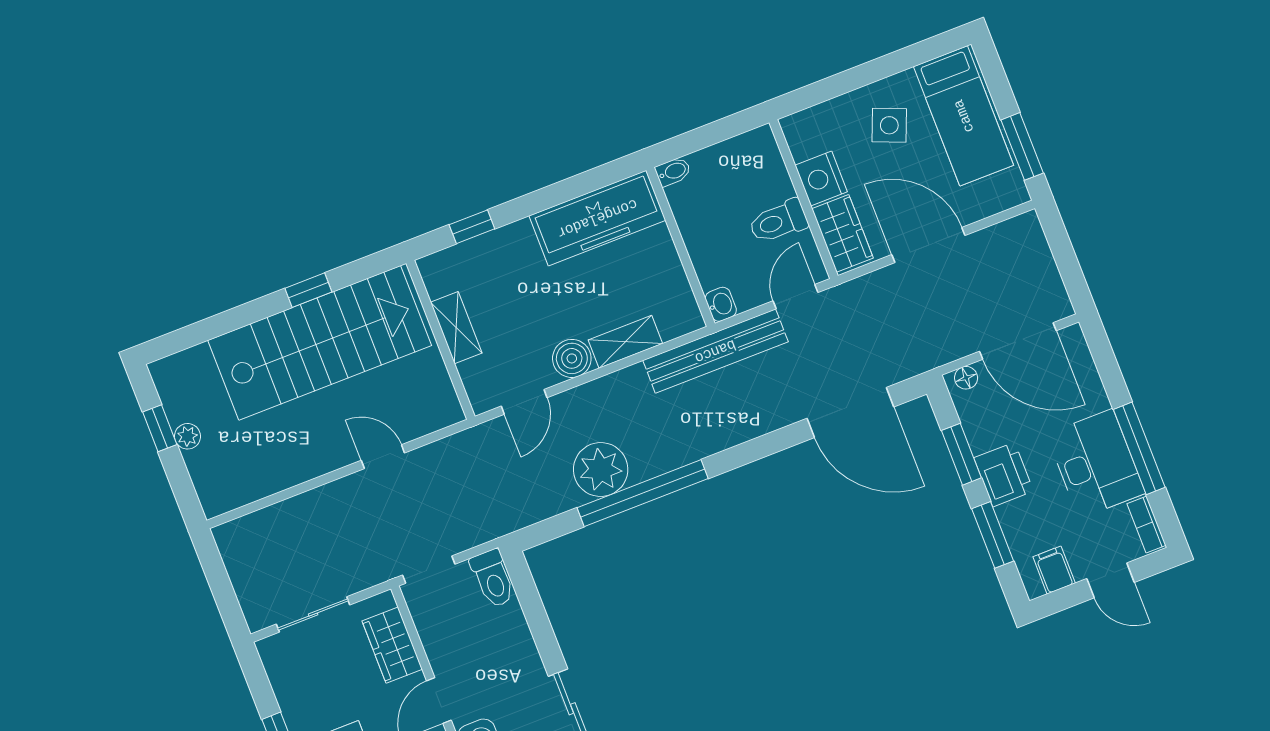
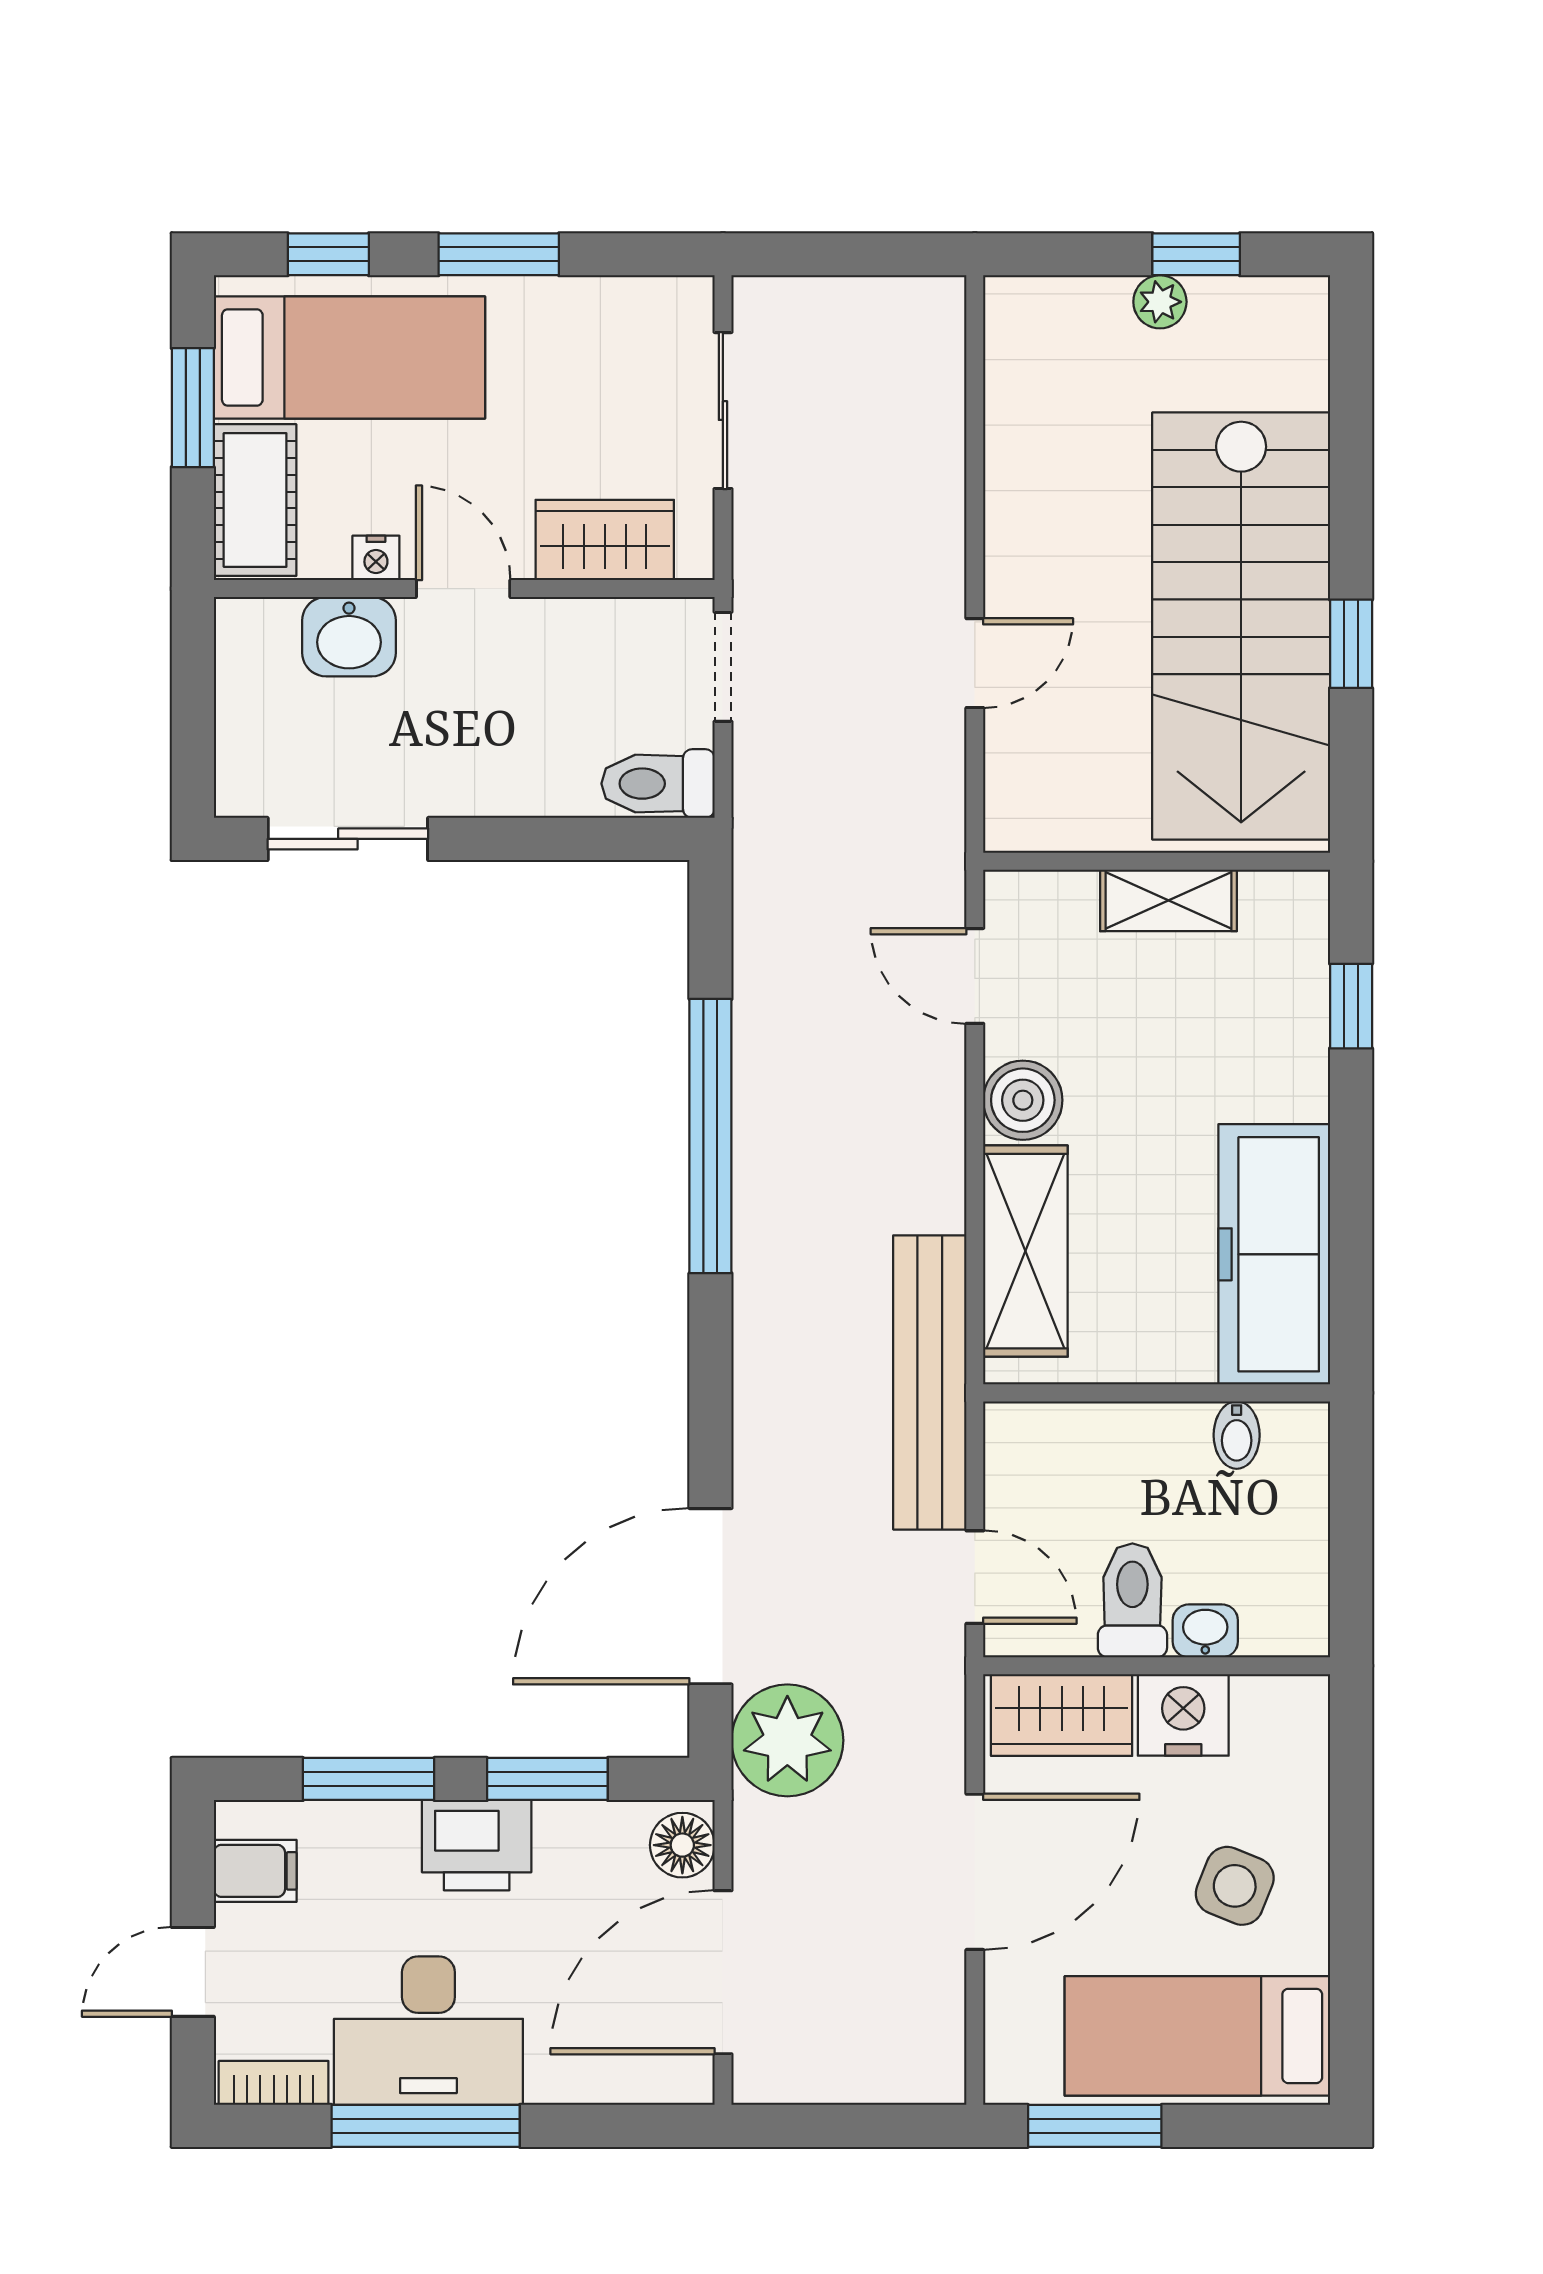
bidet: (673, 171) -> (1237, 1435), moved
washbasin: (721, 304) -> (1205, 1631), moved, turned 180
shelving: (625, 342) -> (1025, 1251), width x1.50, depth x1.33
floor lamp: (966, 378) -> (682, 1845), width x1.37, depth x1.37
plant: (601, 470) -> (787, 1740), moved

